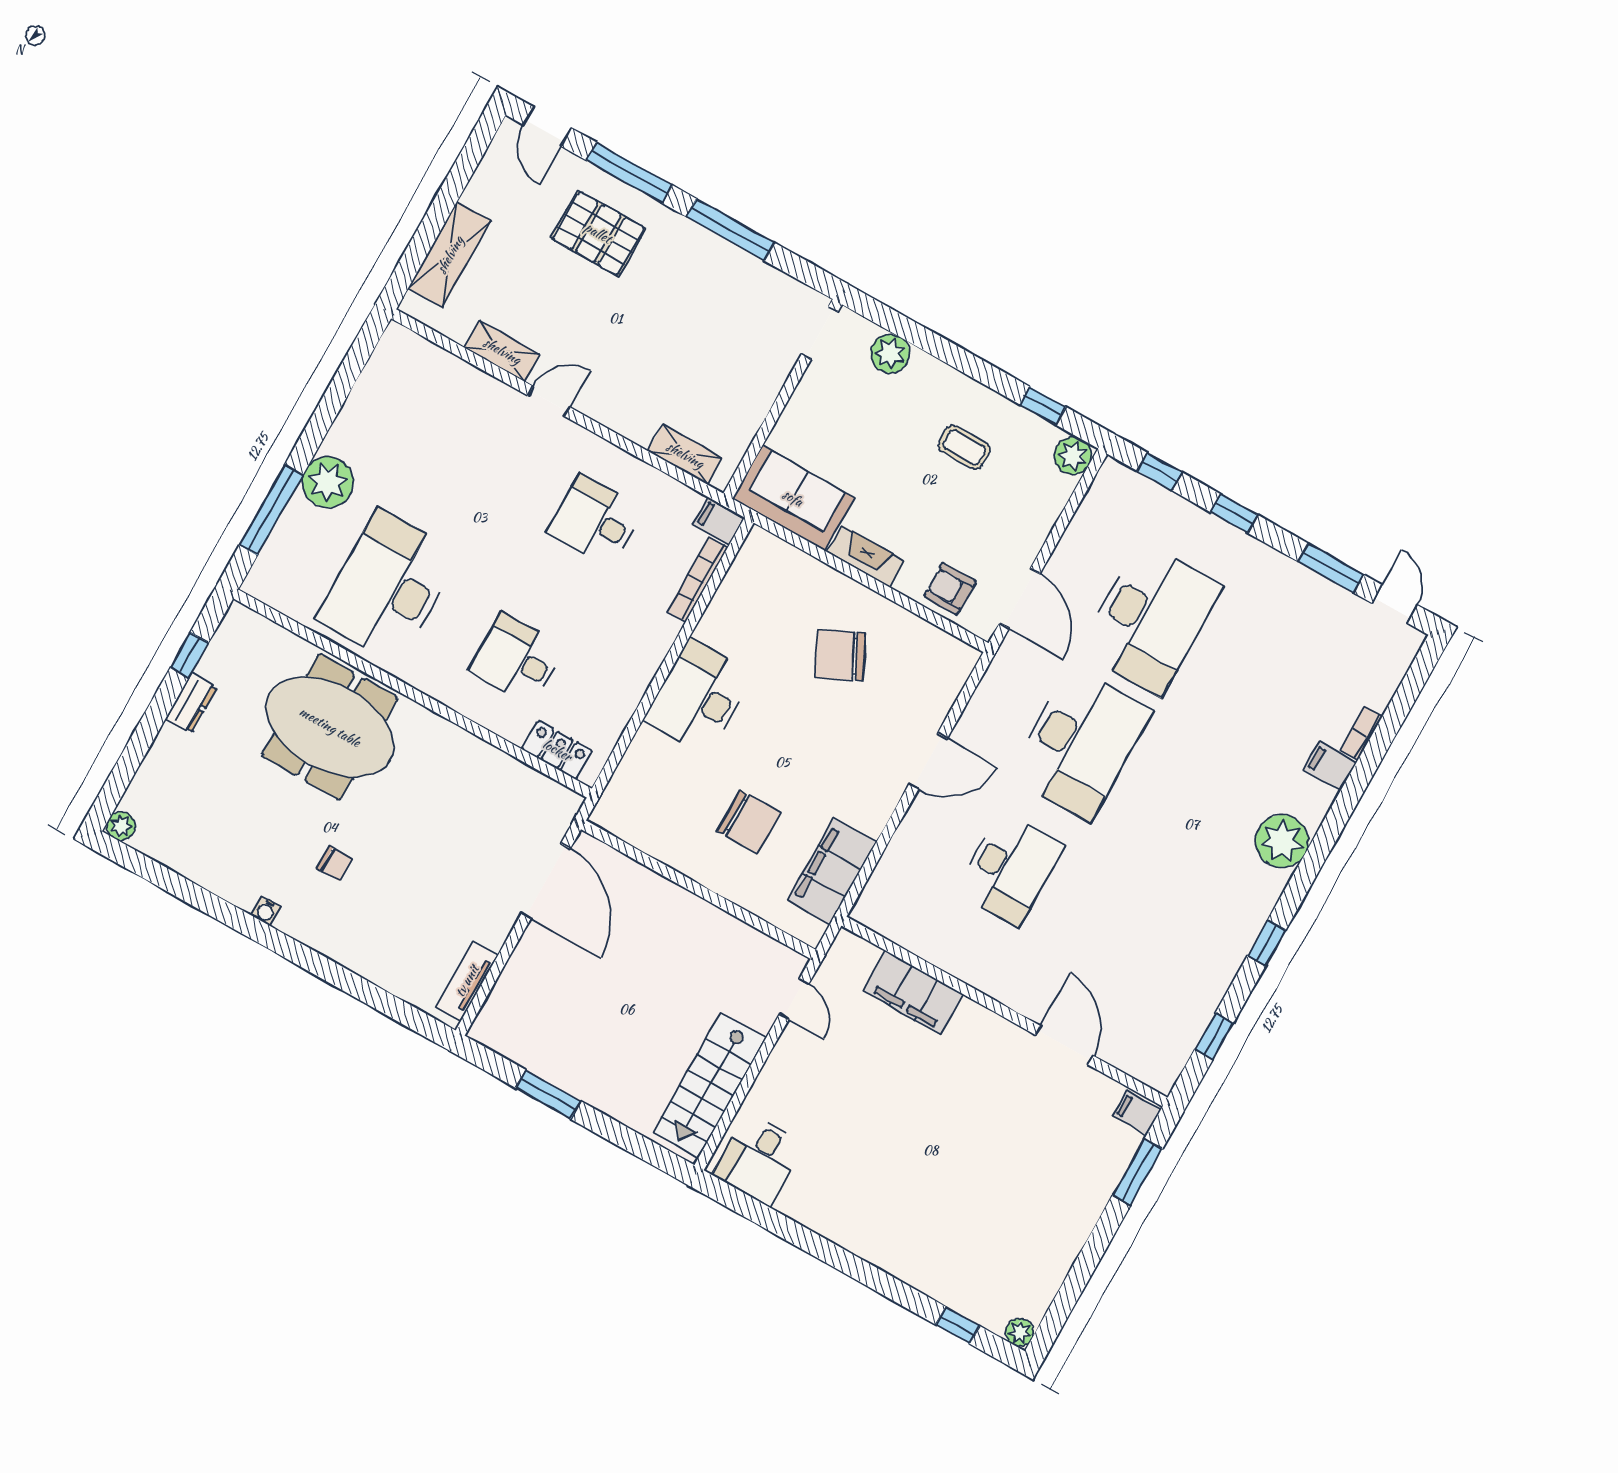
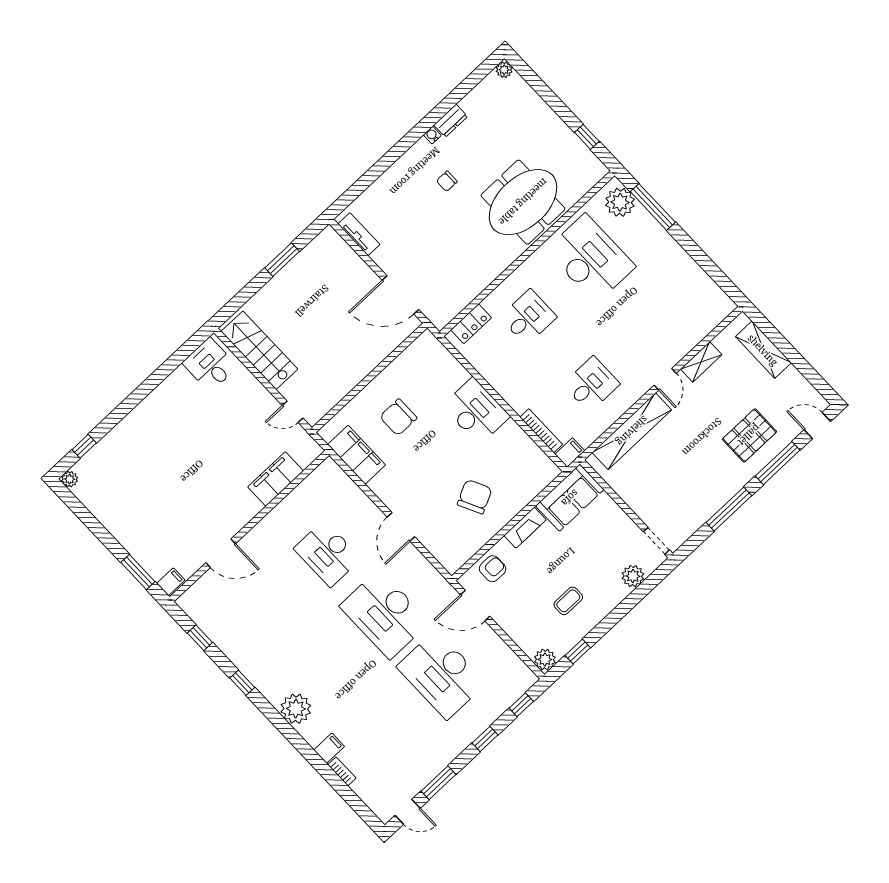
shelving: (685, 455) -> (632, 431), width x2.20, depth x1.33
plant: (328, 482) -> (620, 202), moved
dresser: (191, 703) -> (451, 121), moved, turned -90

